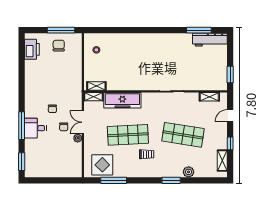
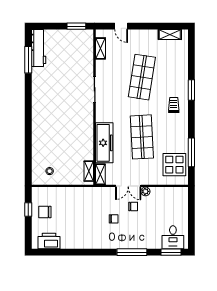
window: (61, 30) -> (28, 210), width x0.46
desk: (35, 128) -> (173, 237), moved
window: (230, 143) -> (151, 26), removed
trolley: (147, 154) -> (174, 105), moved
plant: (189, 172) -> (182, 71), removed

